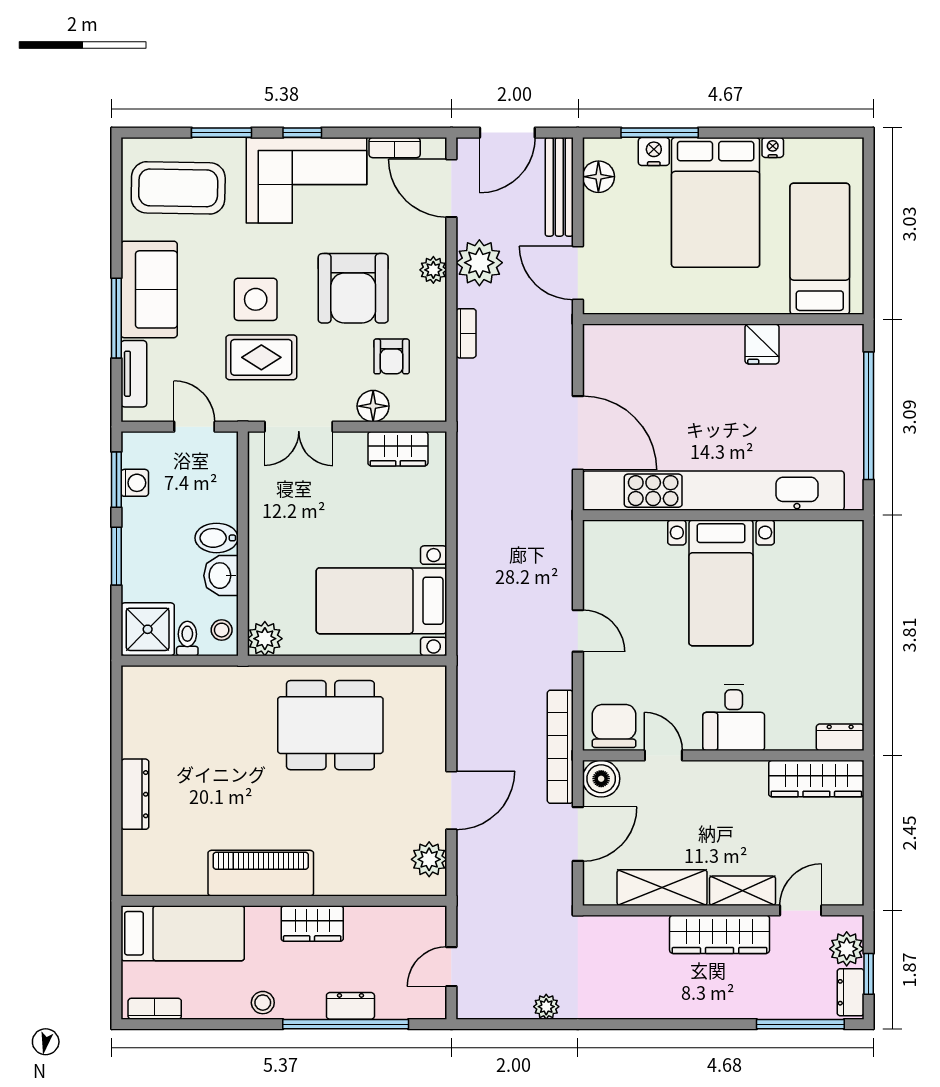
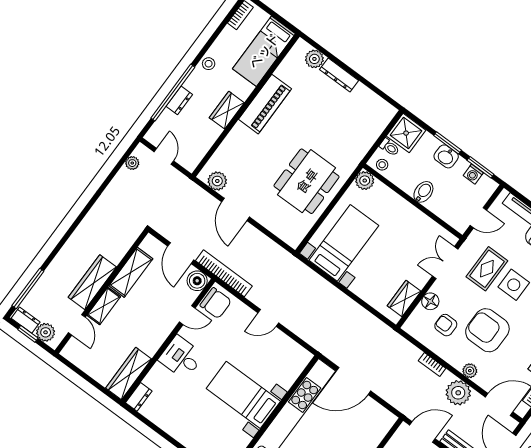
washbasin: (221, 576) -> (446, 156), moved, turned 180
plant: (138, 849) -> (314, 59), added
plant: (546, 1007) -> (132, 163), moved

